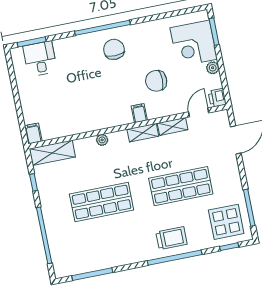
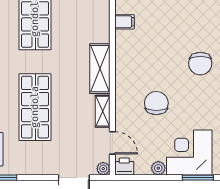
chair: (114, 49) -> (200, 64), turned 91
filing cabinet: (139, 113) -> (125, 22), moved
shelving: (143, 133) -> (100, 69), width x1.50, depth x1.33
plant: (102, 140) -> (103, 169), moved

